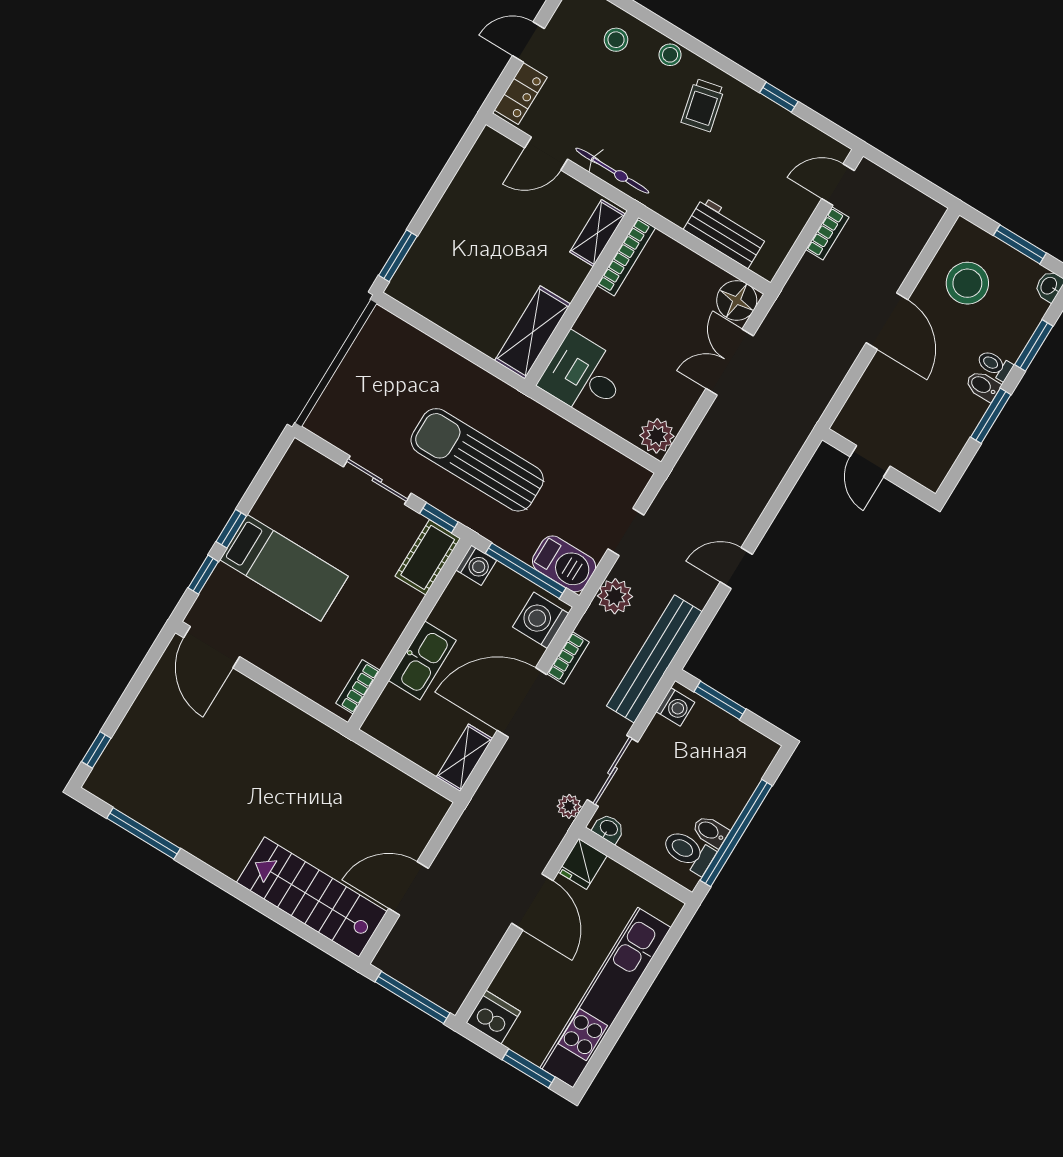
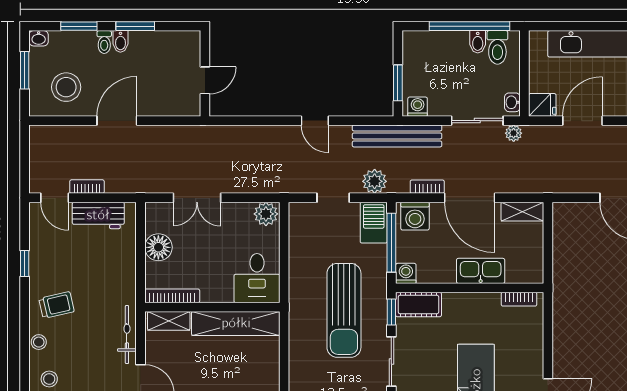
workbench: (726, 233) -> (98, 215), moved, turned -90
floor lamp: (737, 300) -> (158, 247), moved
shelving: (533, 332) -> (236, 323), width x1.47

